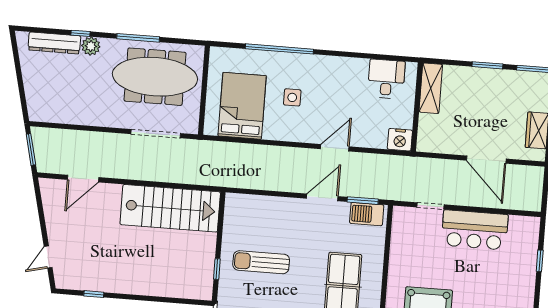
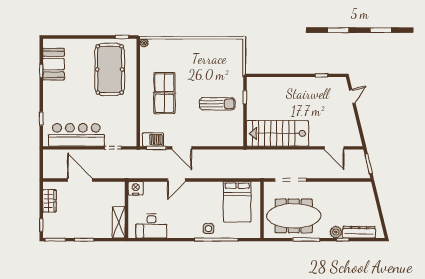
desk: (386, 79) -> (151, 226), width x1.37
side table: (292, 97) -> (208, 229), moved
door: (83, 179) -> (334, 148), swing flipped
door: (322, 197) -> (182, 148), hinge flipped
bar counter: (475, 230) -> (76, 135), width x1.36

